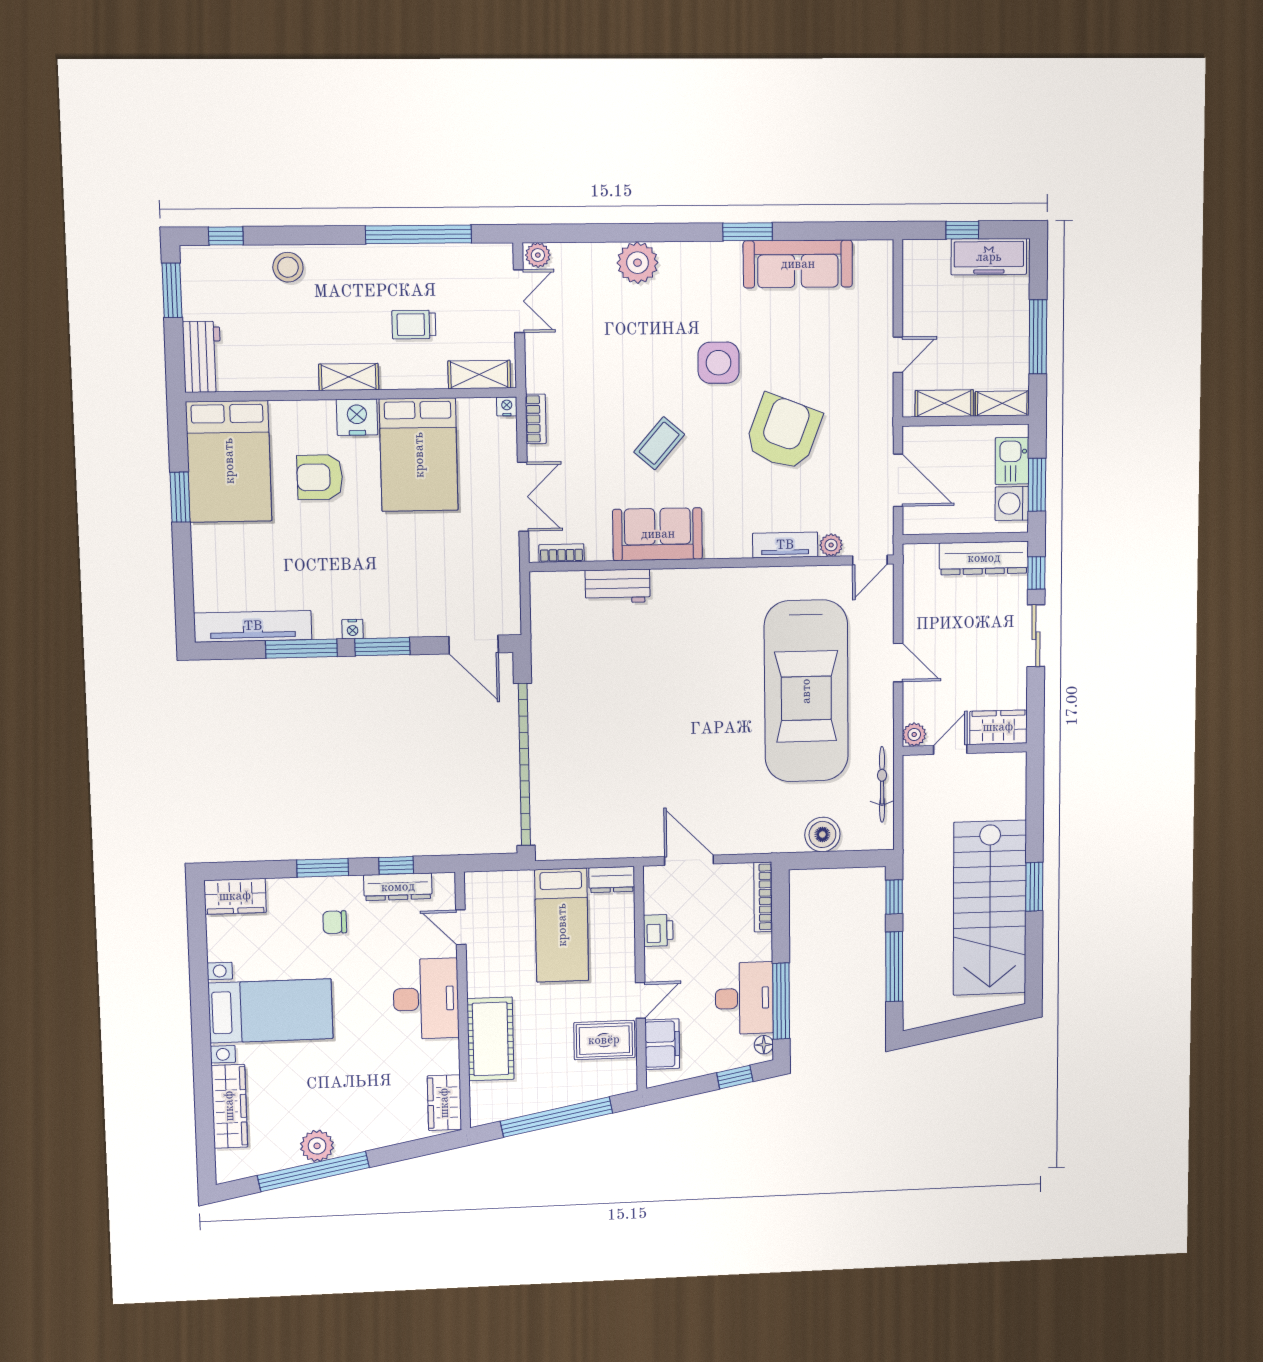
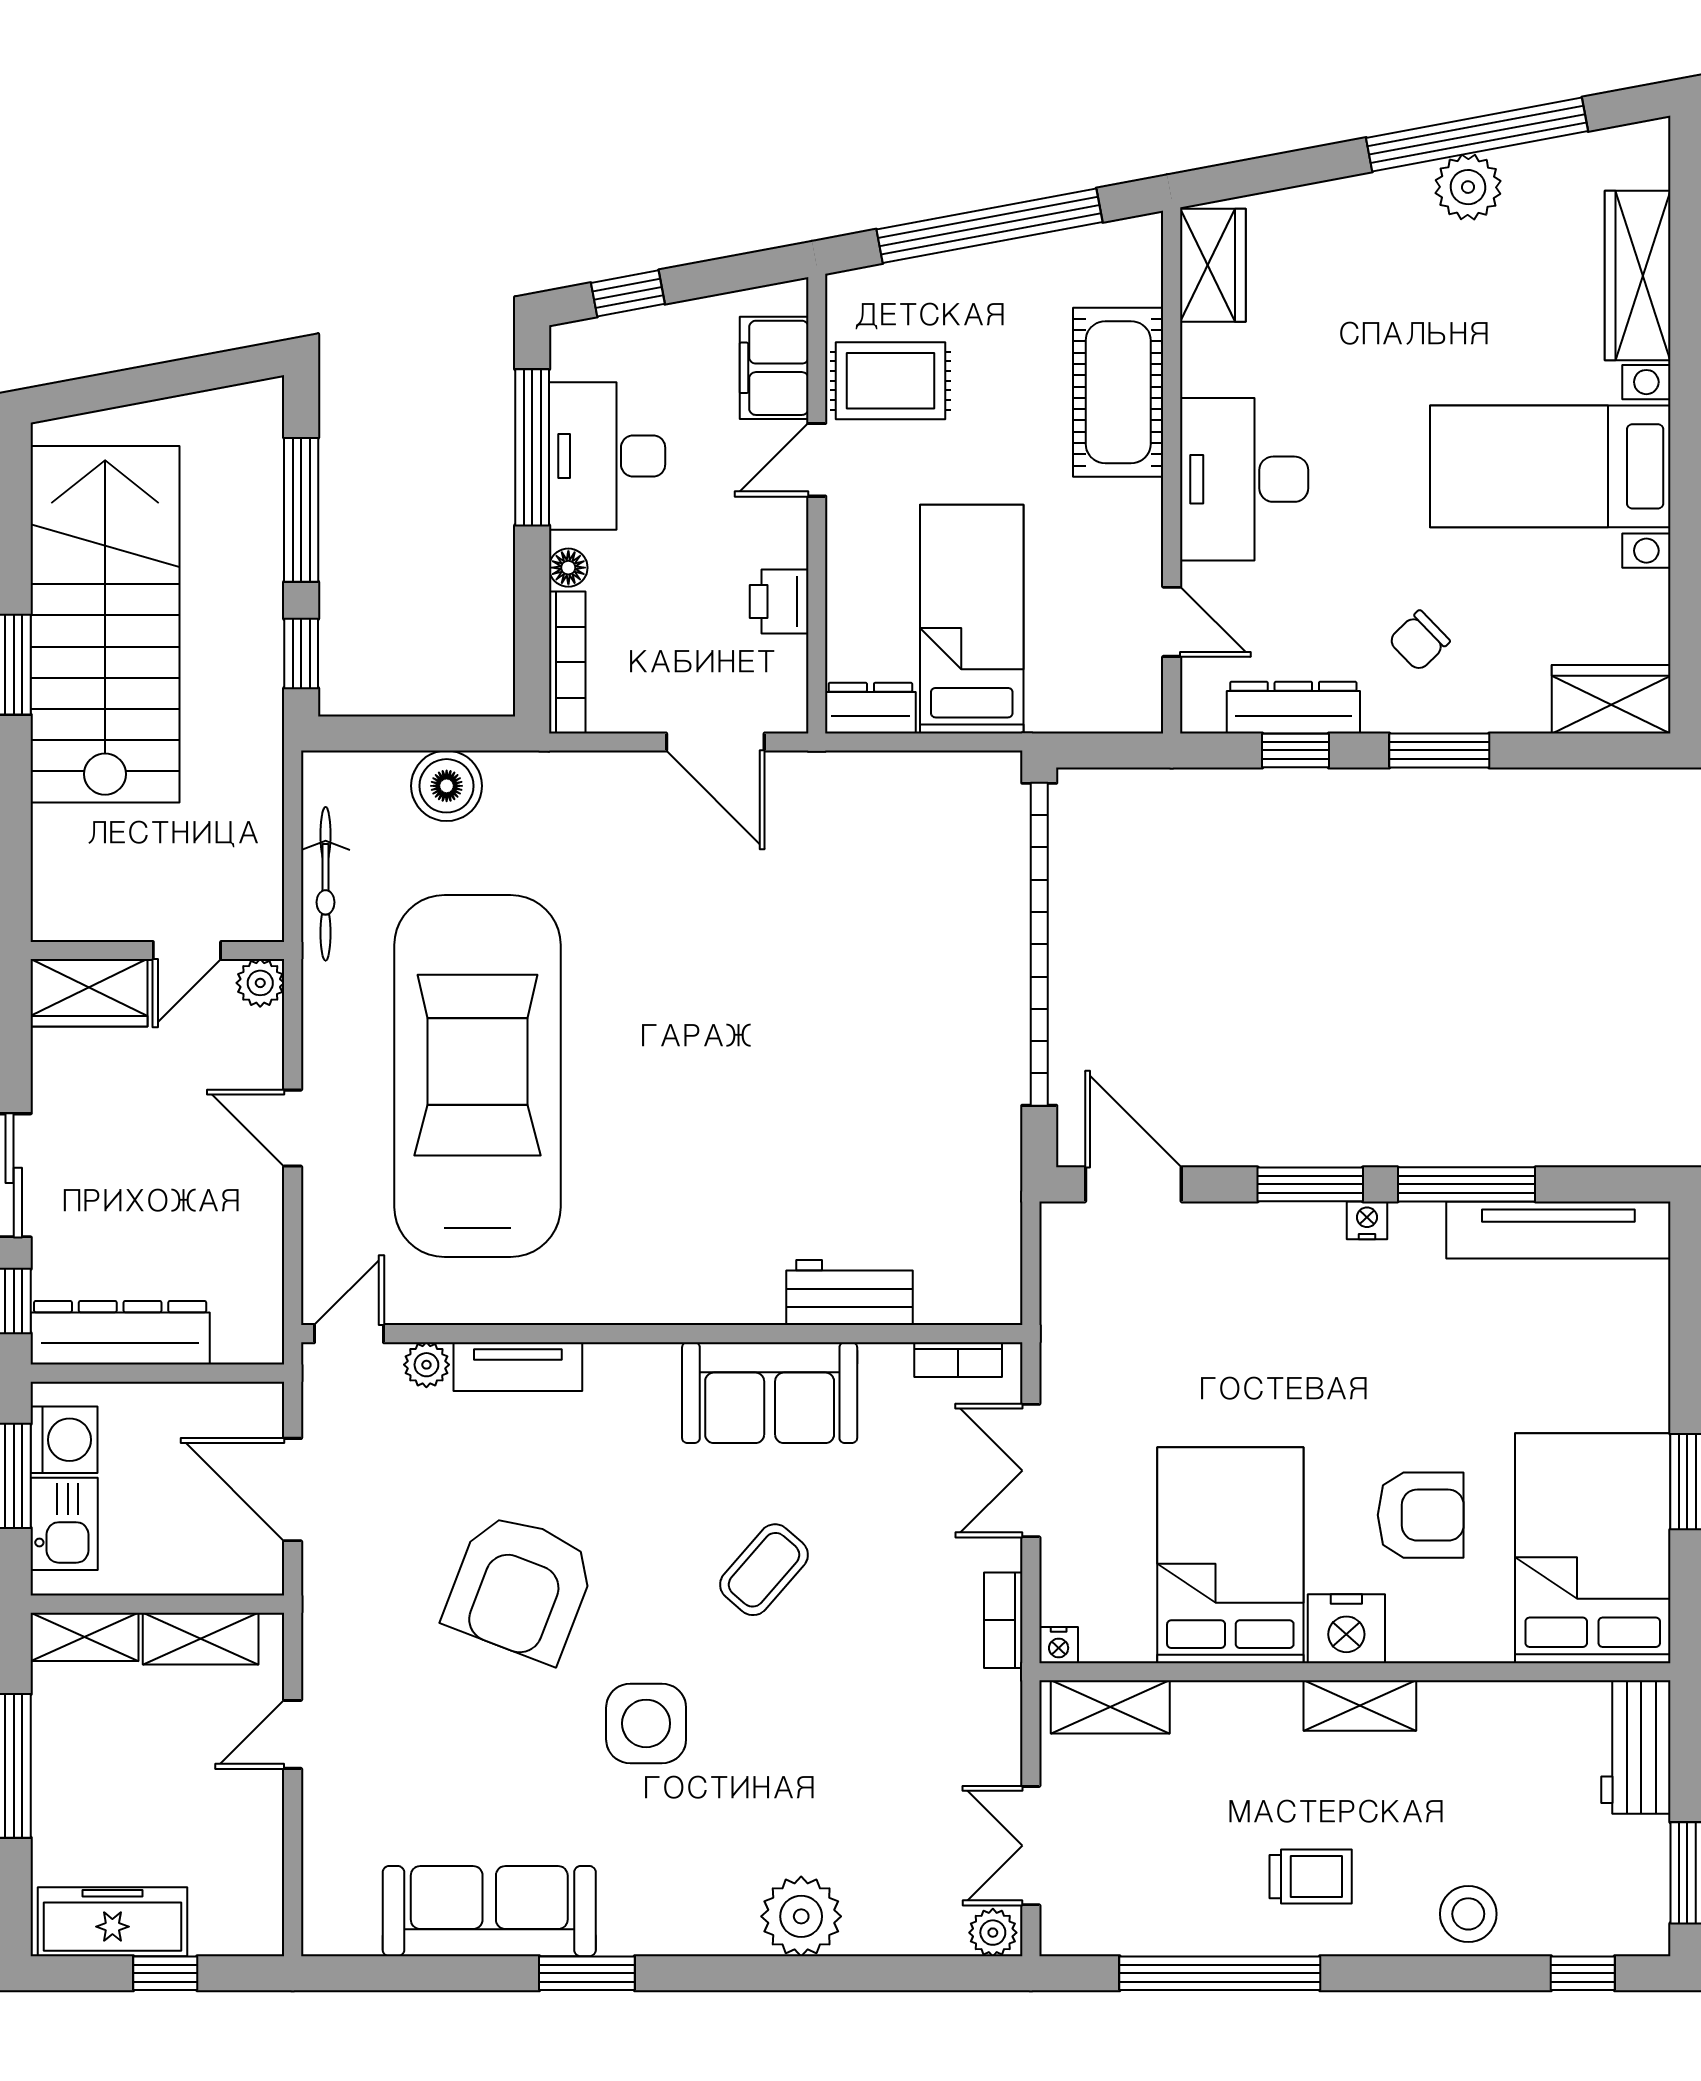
trolley: (414, 325) -> (1311, 1877), moved
chair: (335, 922) -> (1419, 641), turned 136
floor lamp: (764, 1045) -> (568, 568), moved

